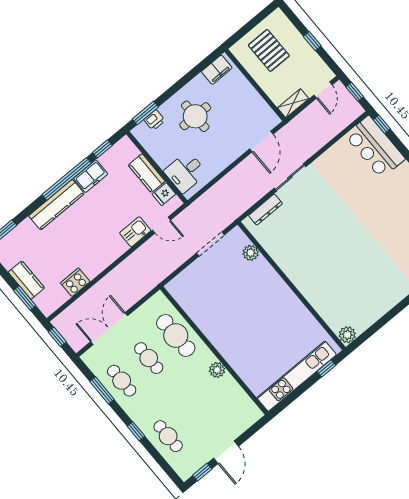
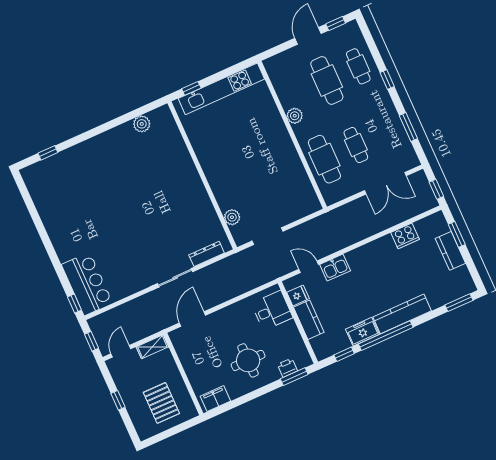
plant: (347, 335) -> (142, 124), moved
cafe table: (122, 381) -> (327, 80), moved, width x1.37, depth x1.35

